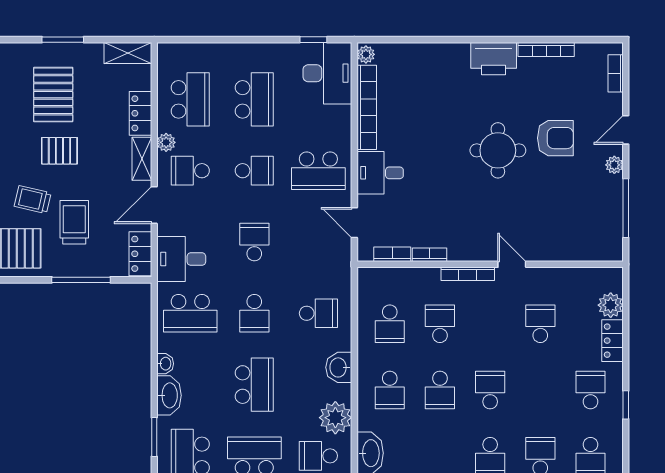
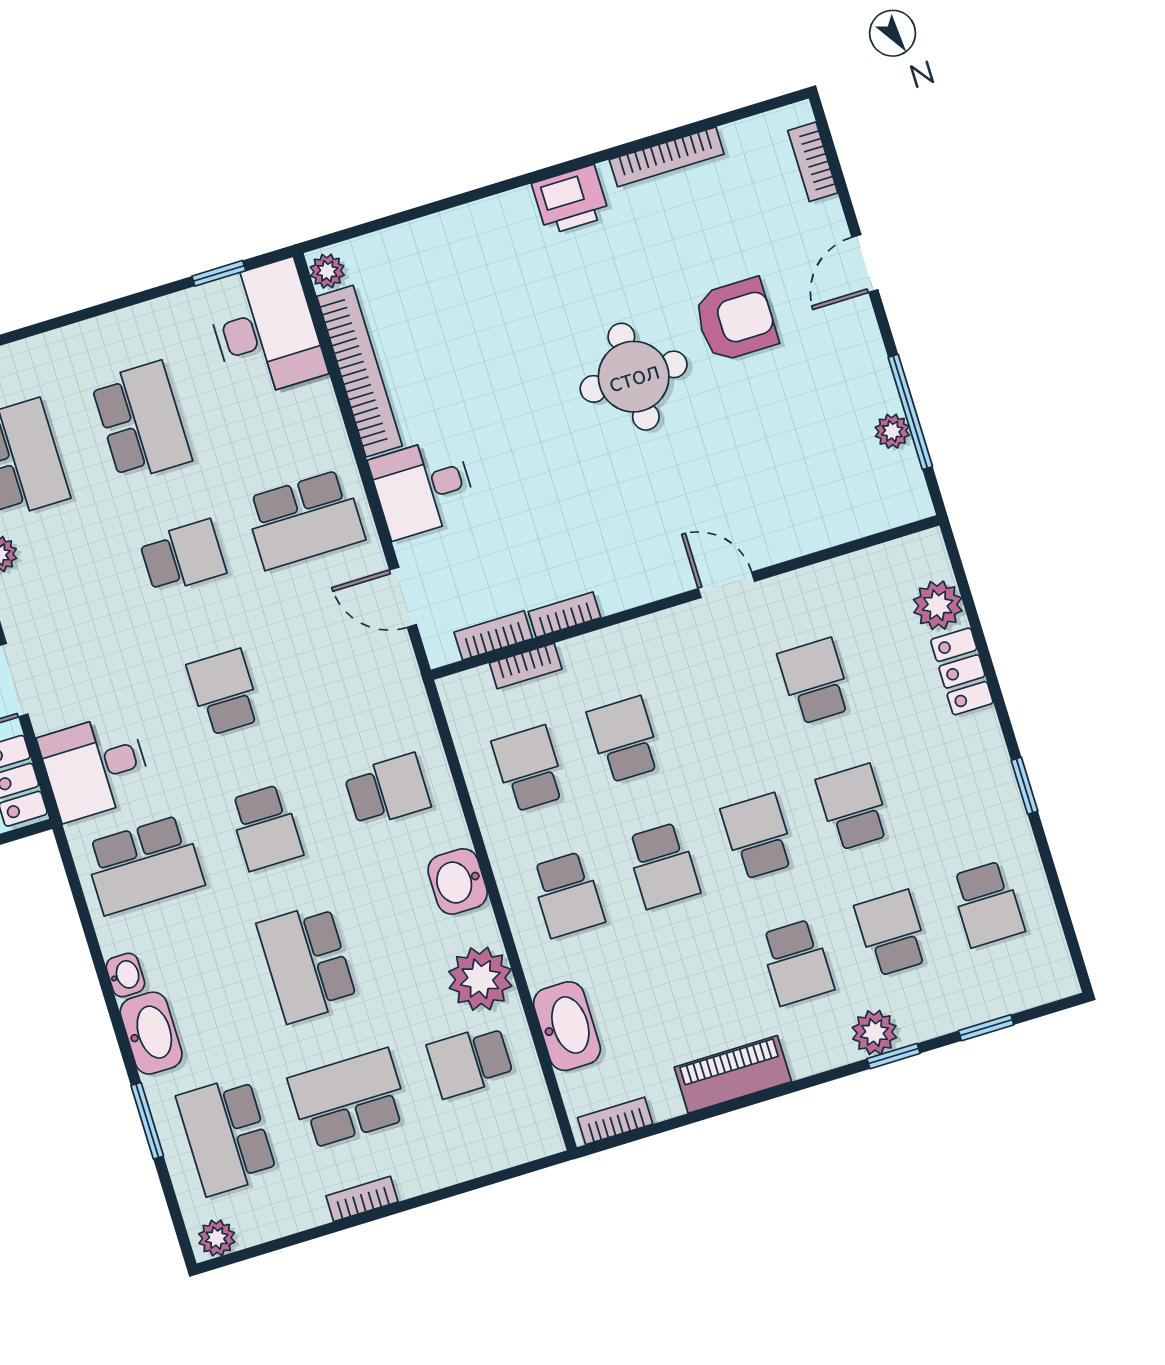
printer: (494, 59) -> (571, 200), width x0.73, depth x0.84
plant: (614, 165) -> (892, 431), moved
school desk: (190, 171) -> (61, 594), removed
bookcase: (468, 274) -> (526, 666), moved, width x0.64
school desk: (390, 324) -> (529, 769), turned 180
school desk: (254, 385) -> (307, 963), turned 180
school desk: (590, 390) -> (853, 807), moved

